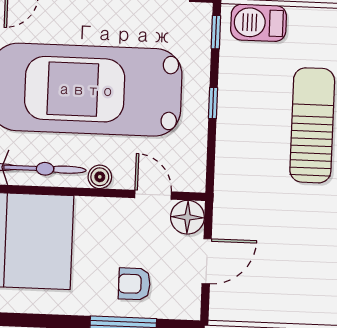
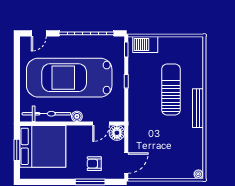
door: (153, 195) -> (101, 123), swing flipped
door: (207, 261) -> (126, 163), moved

